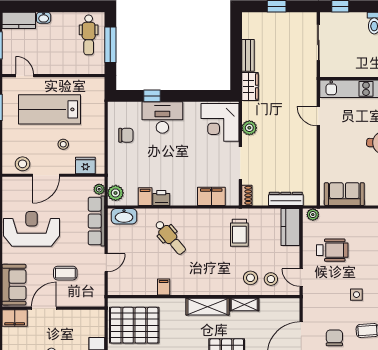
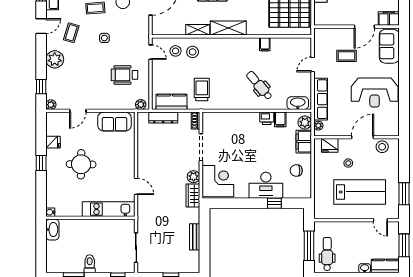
wardrobe: (250, 87) -> (193, 196), moved
filing cabinet: (211, 196) -> (304, 142), moved, turned 90
kitchen counter: (290, 227) -> (171, 102), moved, turned -90

